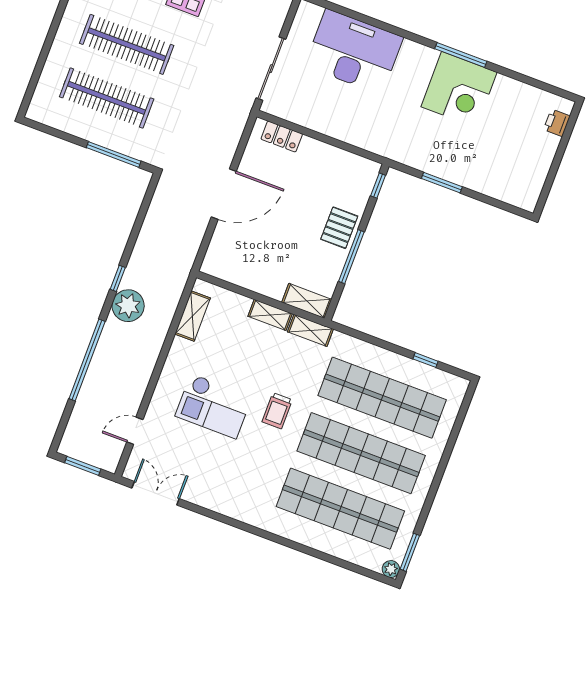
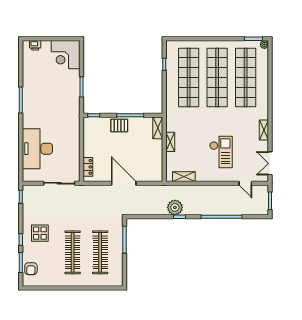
corner desk: (459, 89) -> (66, 55), moved, turned 180
plant: (128, 306) -> (175, 207), moved
shelving: (310, 330) -> (264, 130), moved
trolley: (277, 411) -> (212, 123), removed

